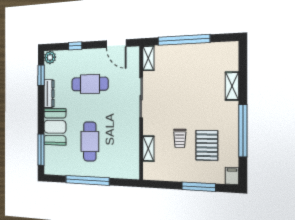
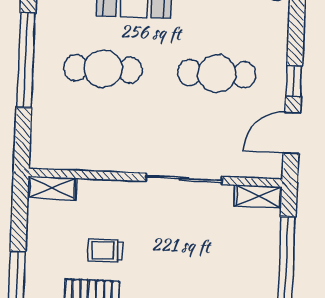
window: (75, 46) -> (294, 81), moved
cafe table: (90, 84) -> (217, 74), turned 90
shelving: (148, 149) -> (52, 188), moved

